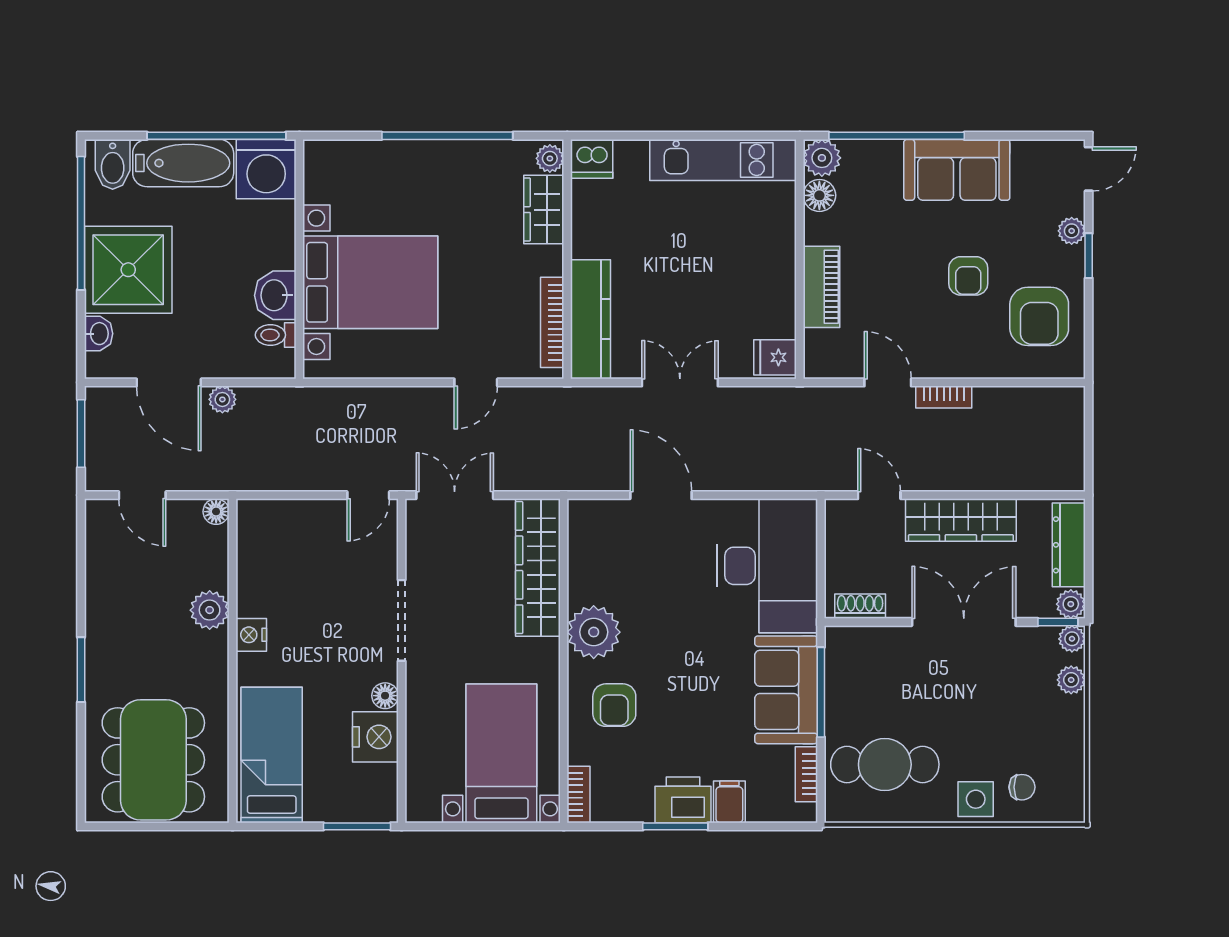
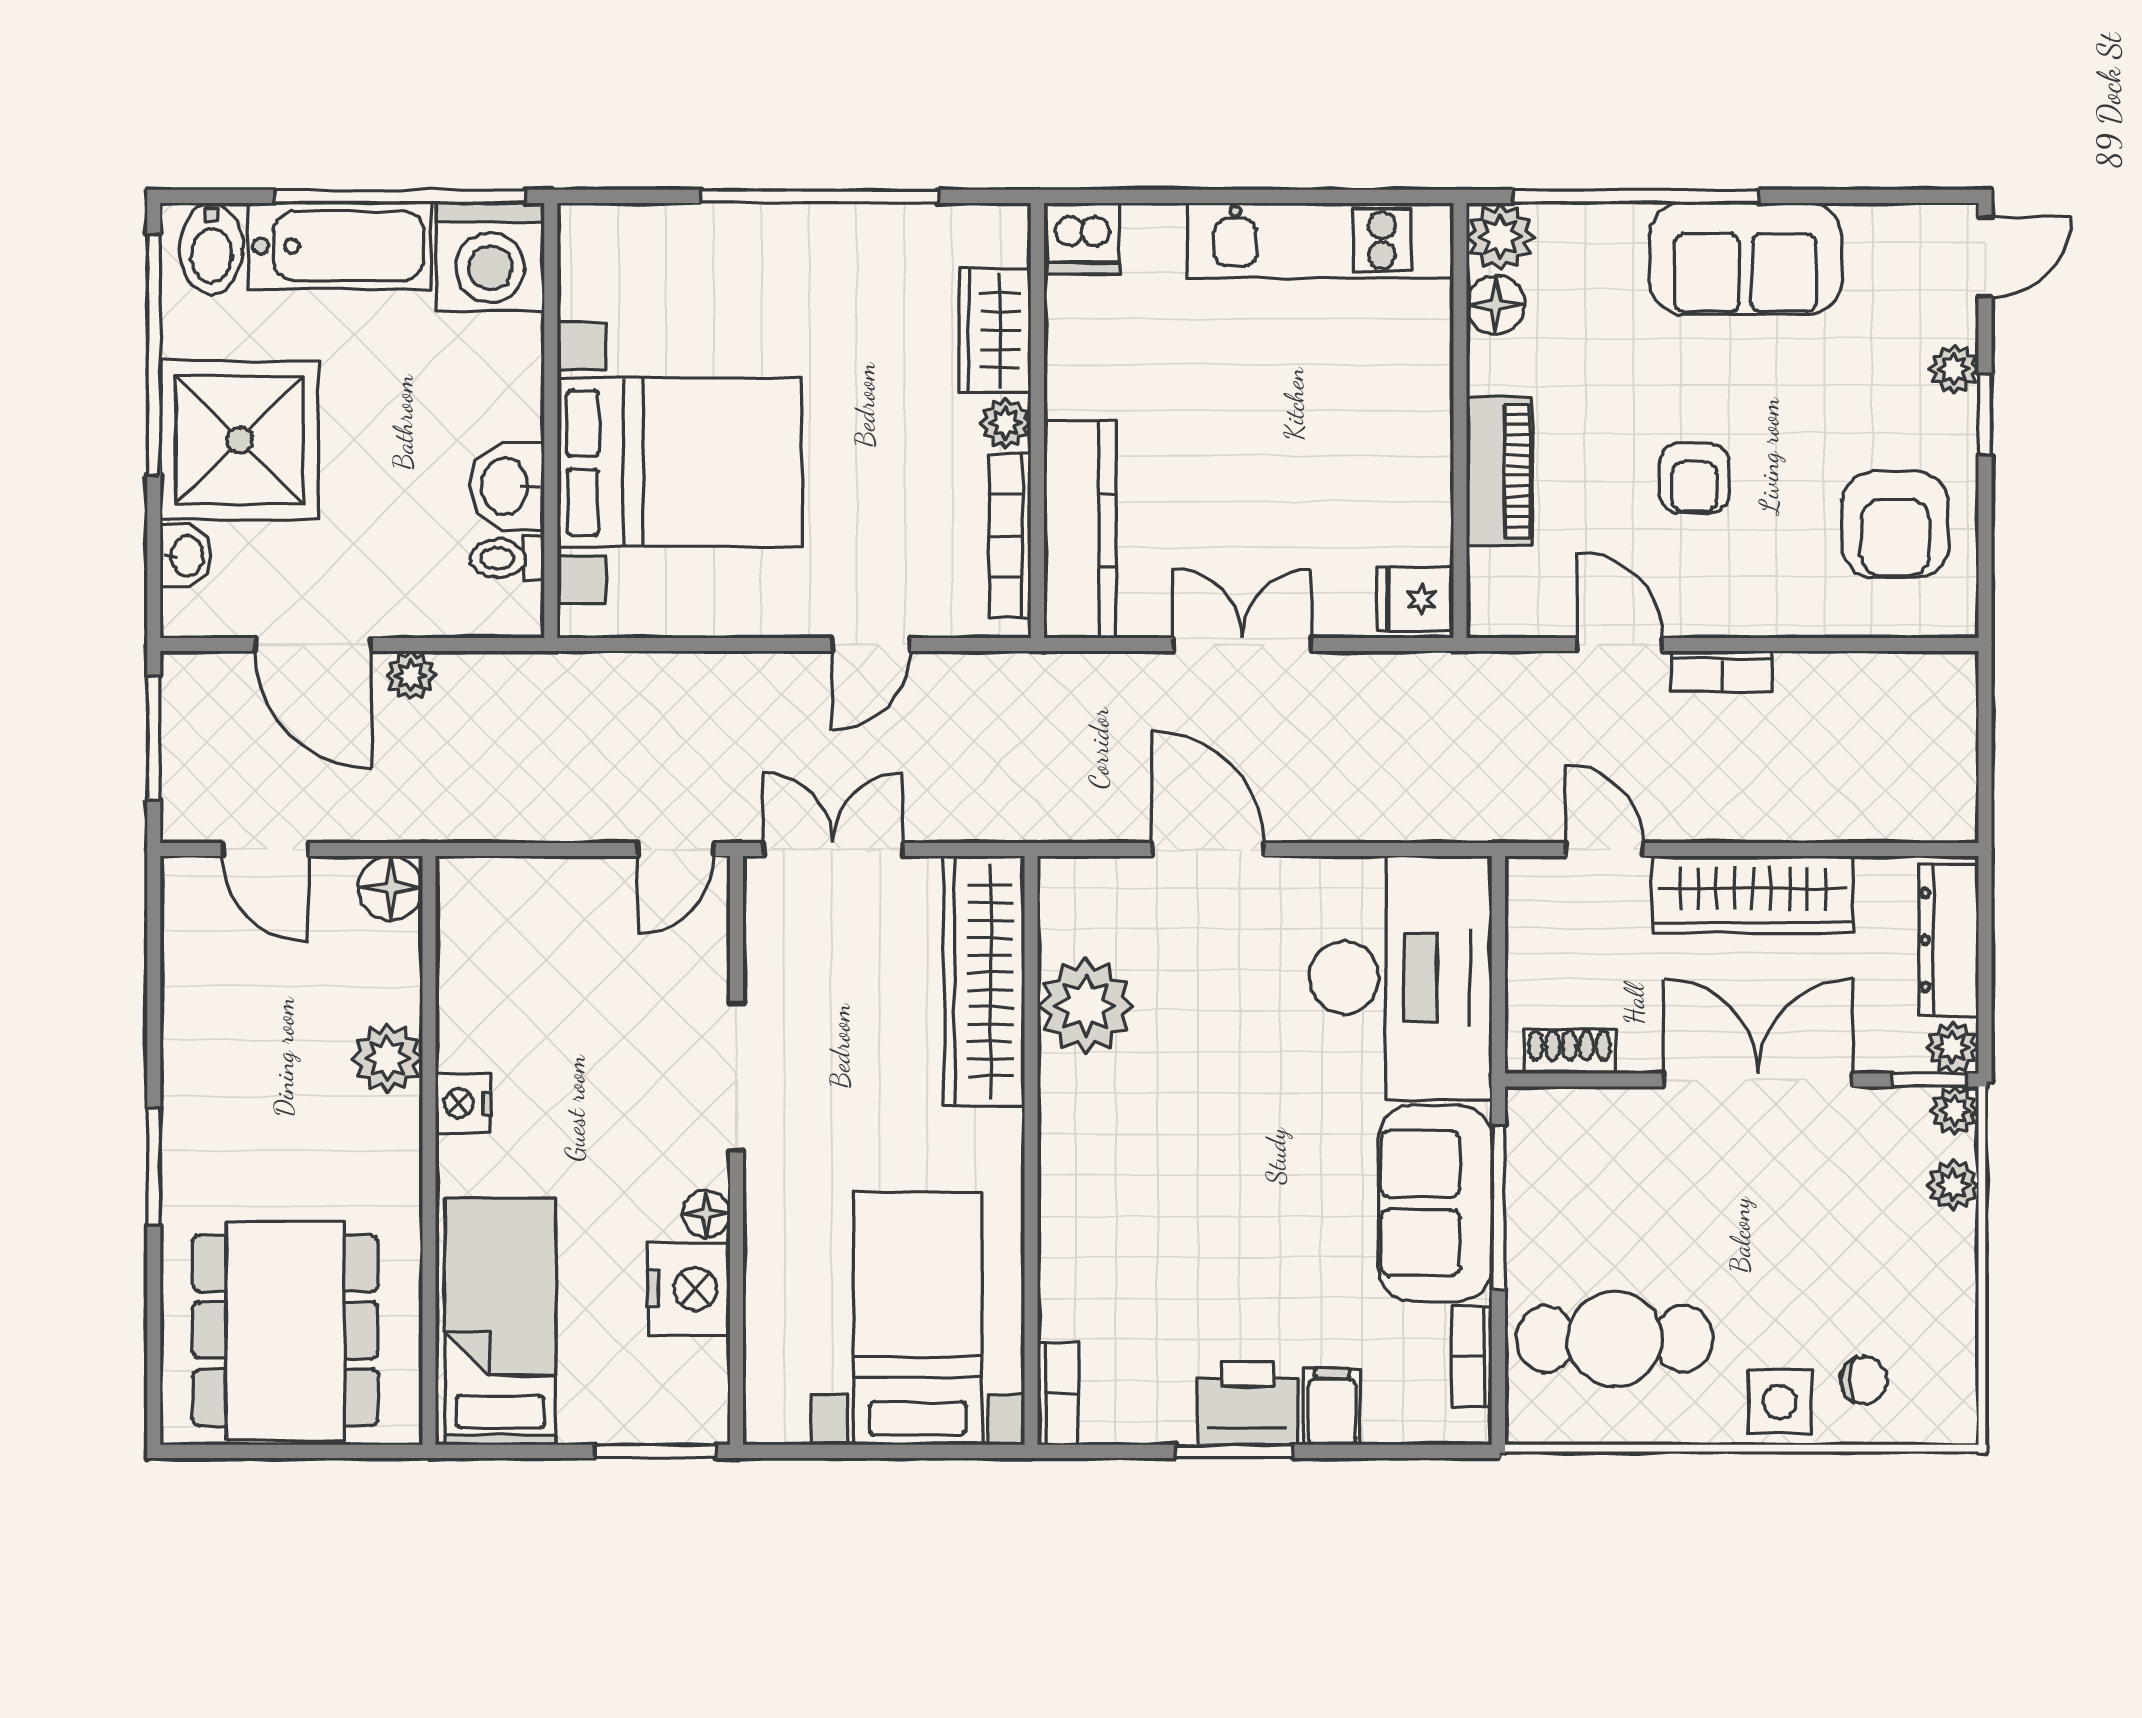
plant: (550, 158) -> (1006, 423), moved
armchair: (968, 276) -> (1694, 478), moved
floor lamp: (216, 512) -> (391, 888), width x1.37, depth x1.37
plant: (594, 632) -> (1086, 1006), moved
armchair: (614, 705) -> (1123, 1231), removed

